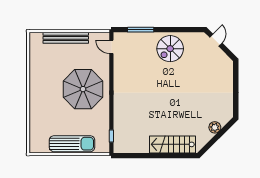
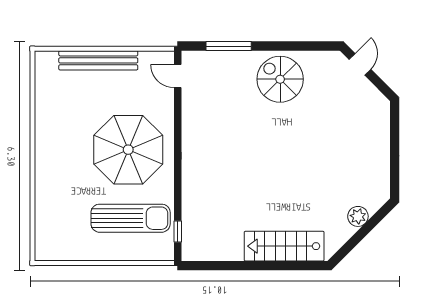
spiral stairs: (170, 49) -> (280, 79), turned 90
sun lounger: (72, 144) -> (131, 218), moved

